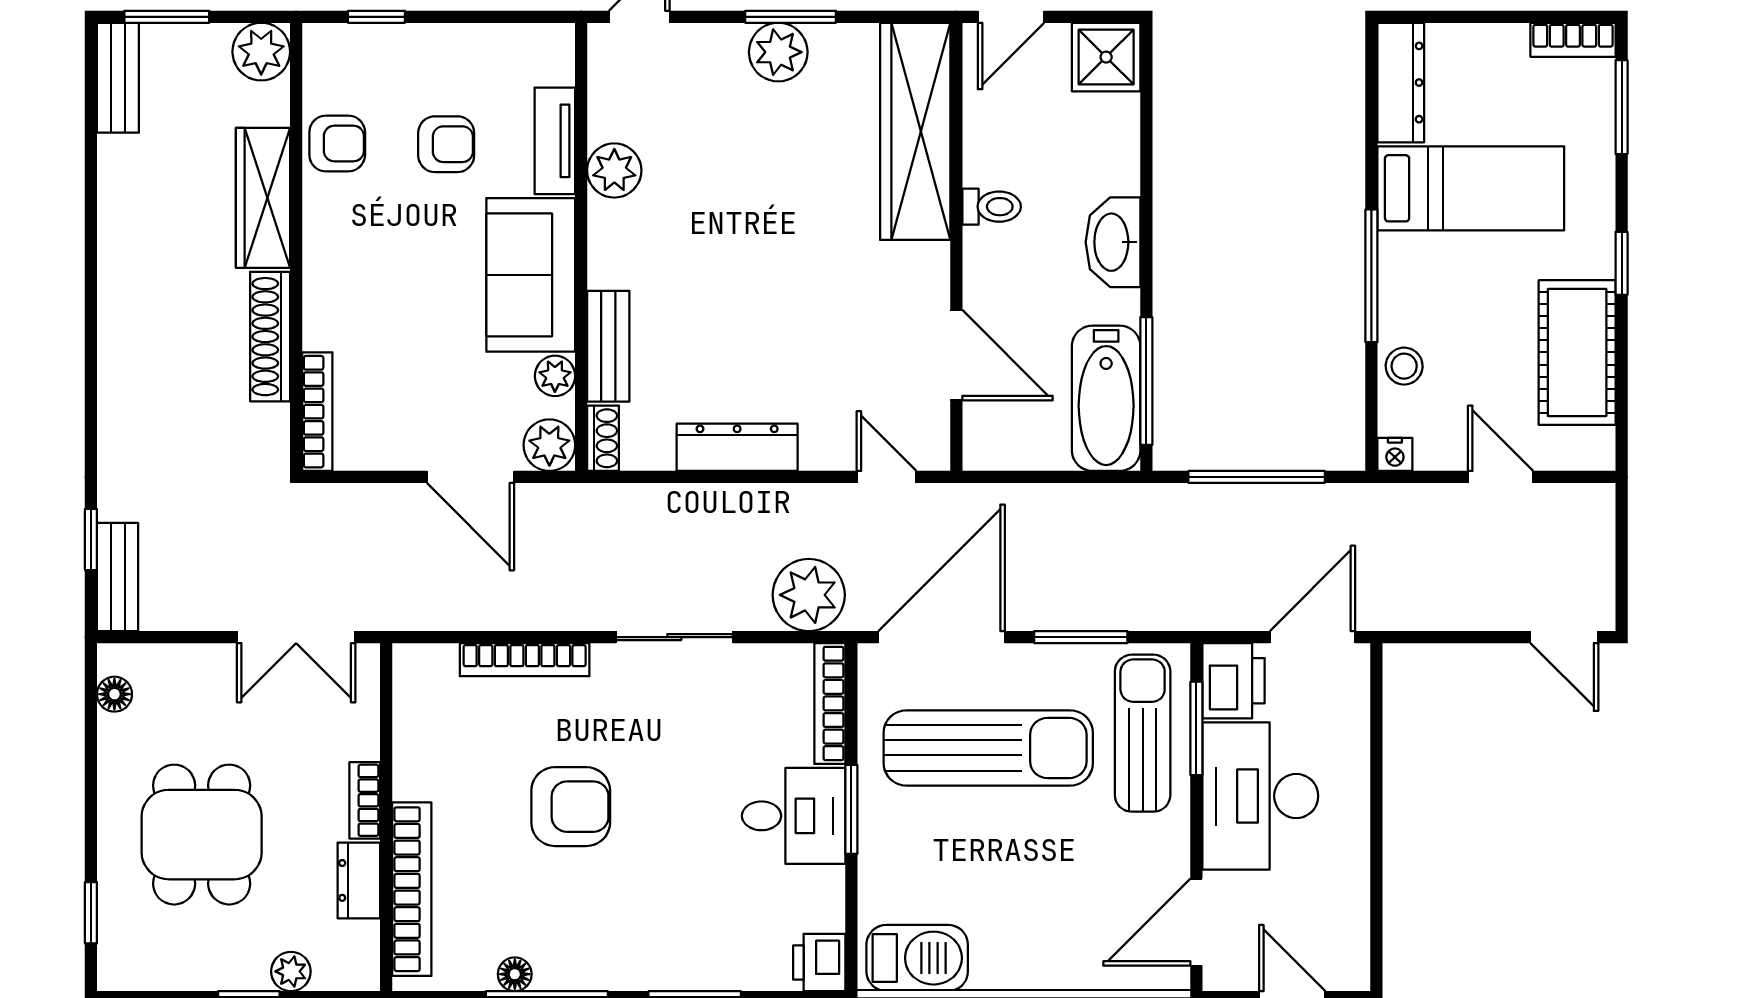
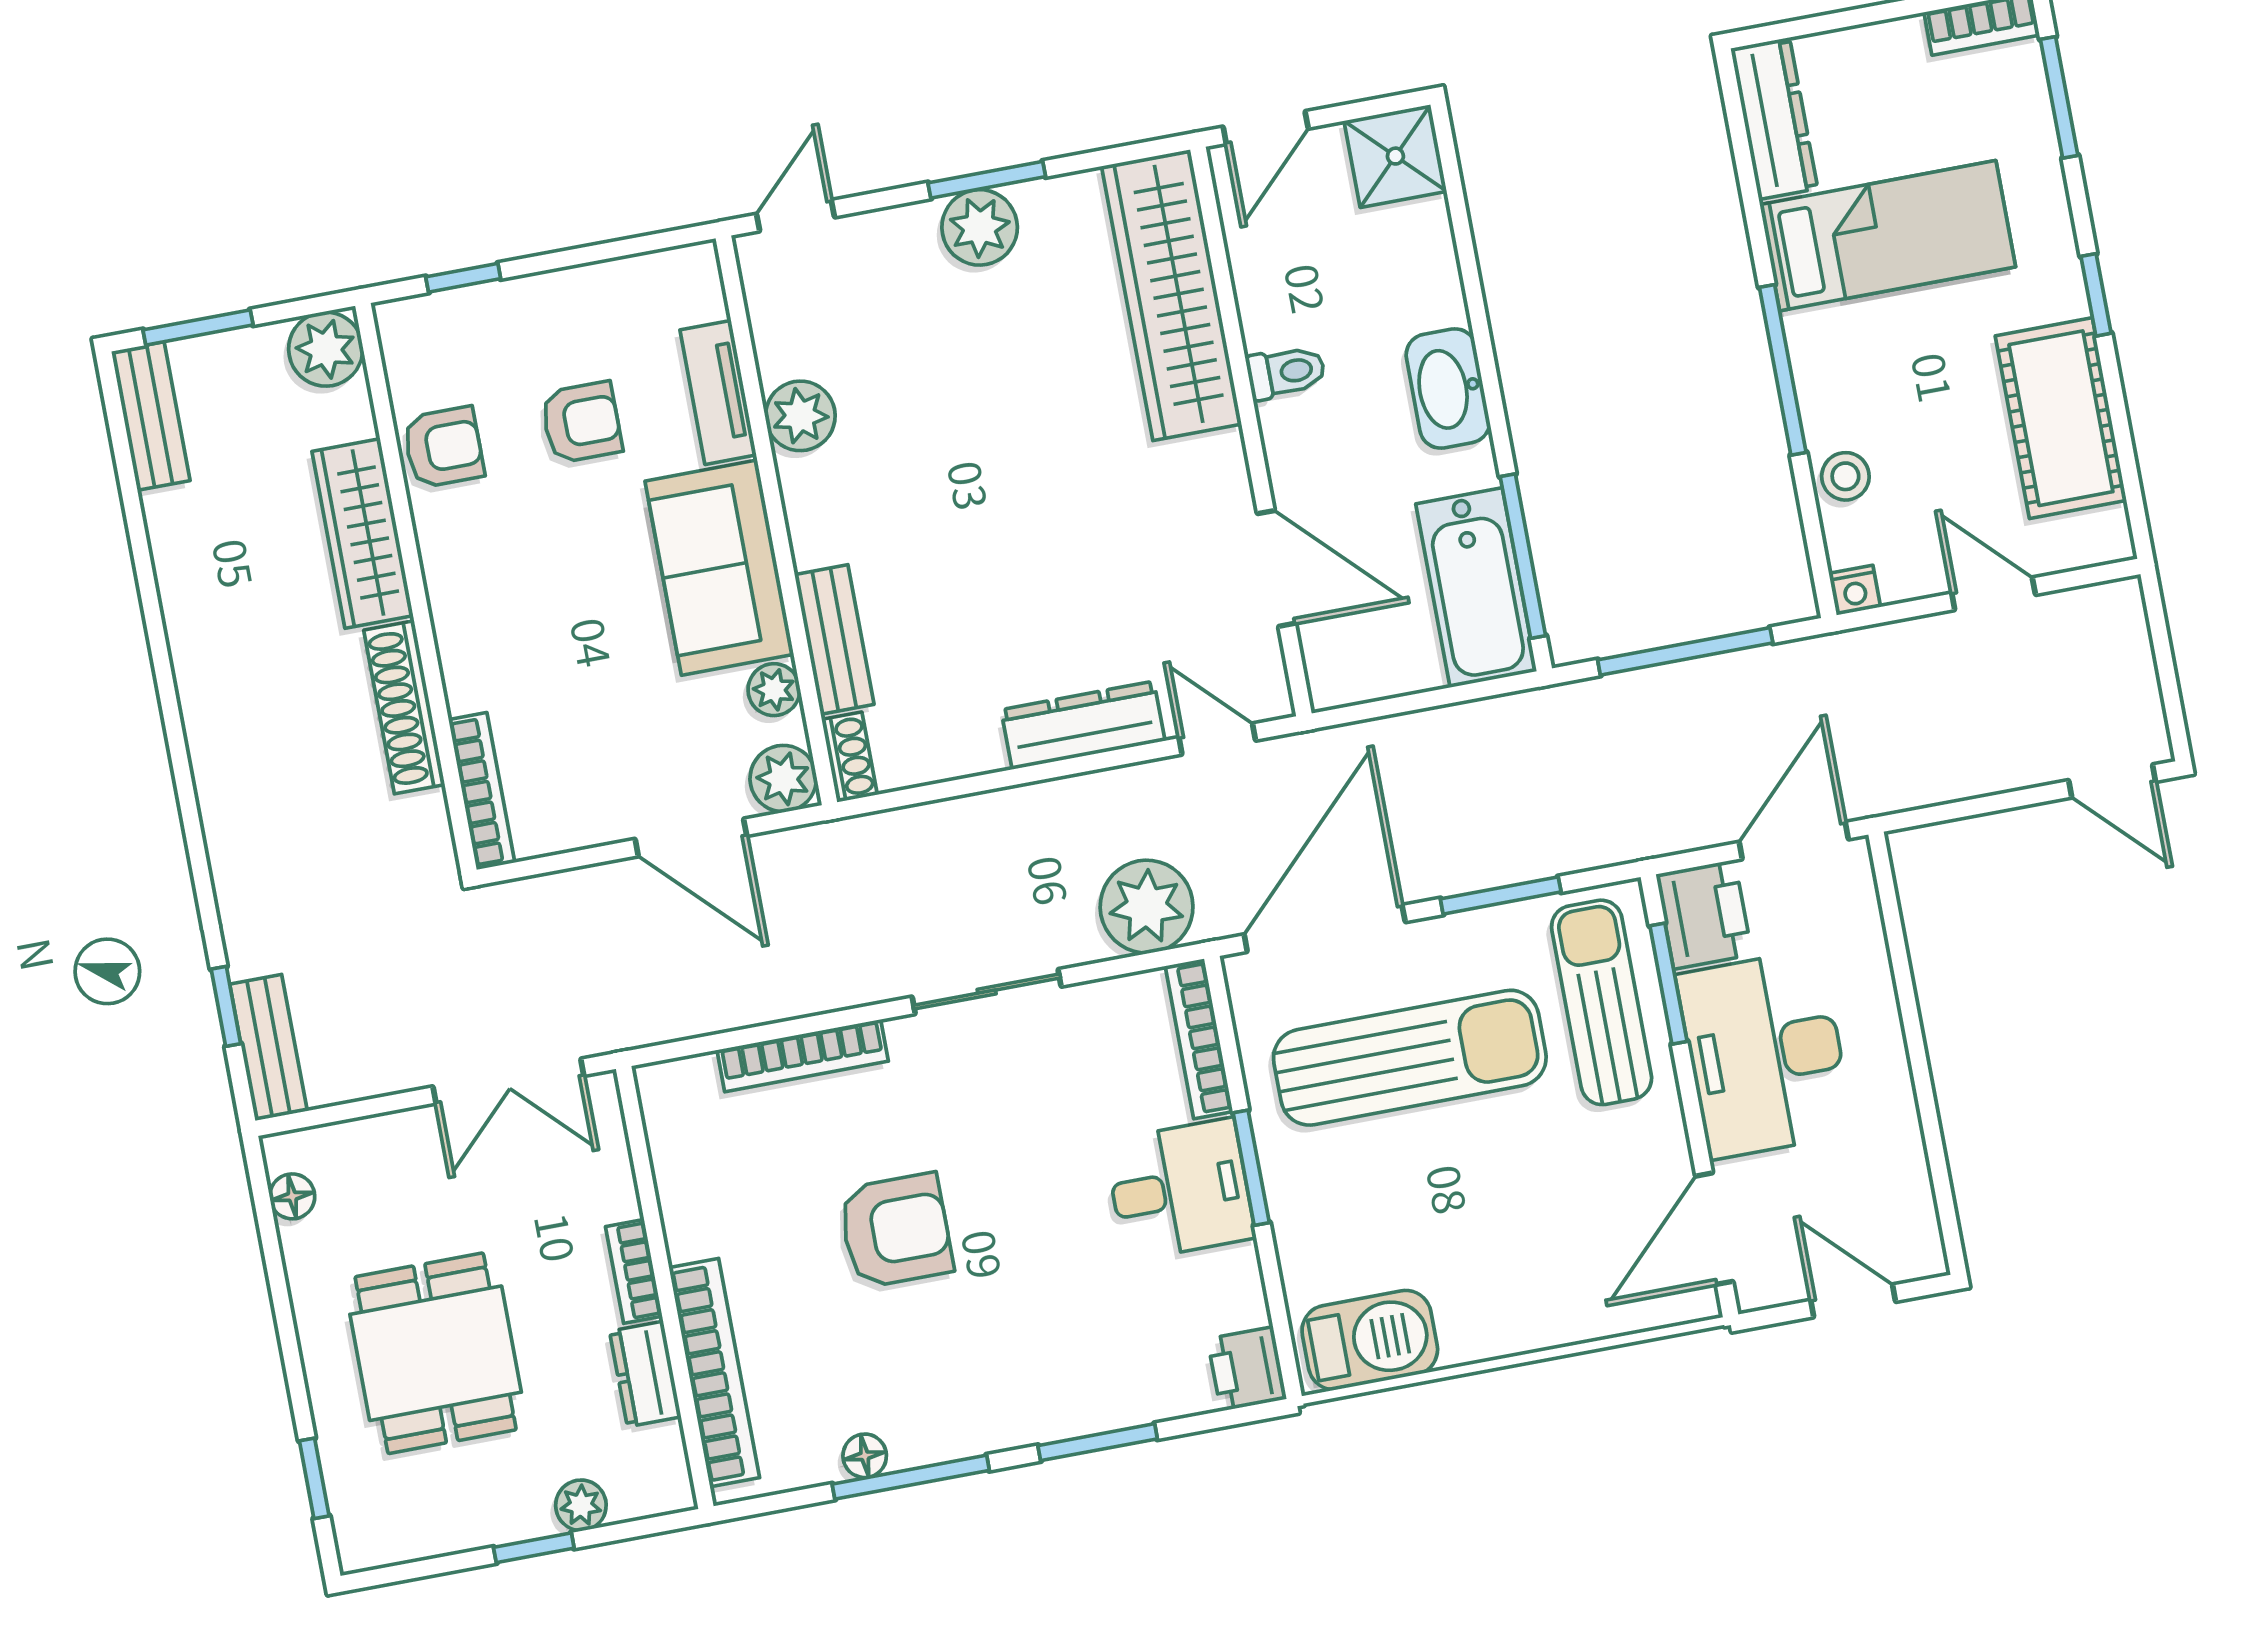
dresser: (737, 447) -> (1083, 725), moved

